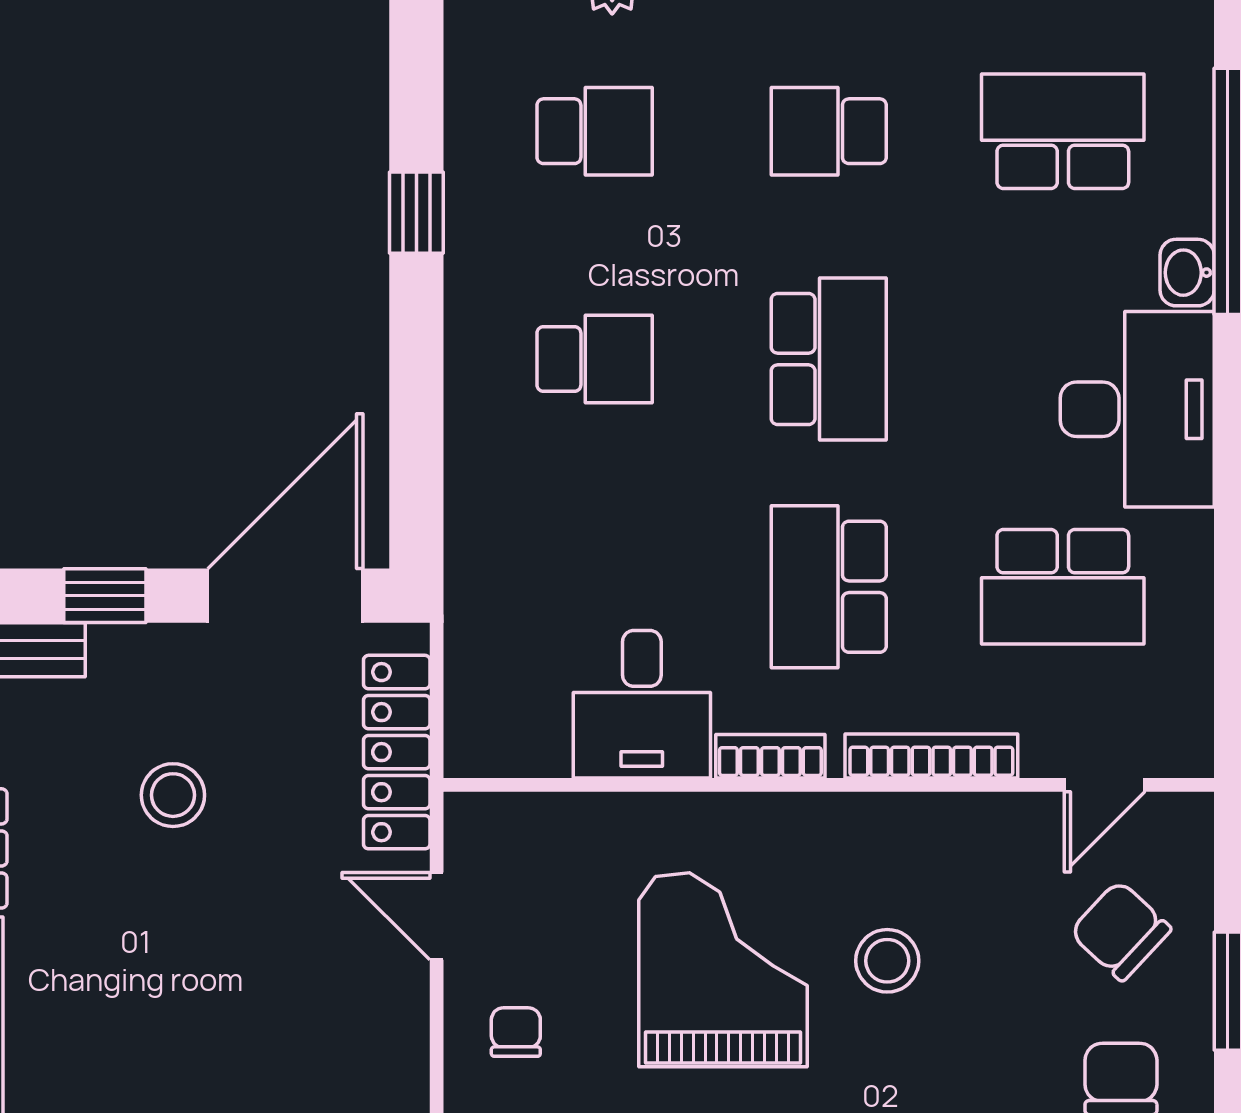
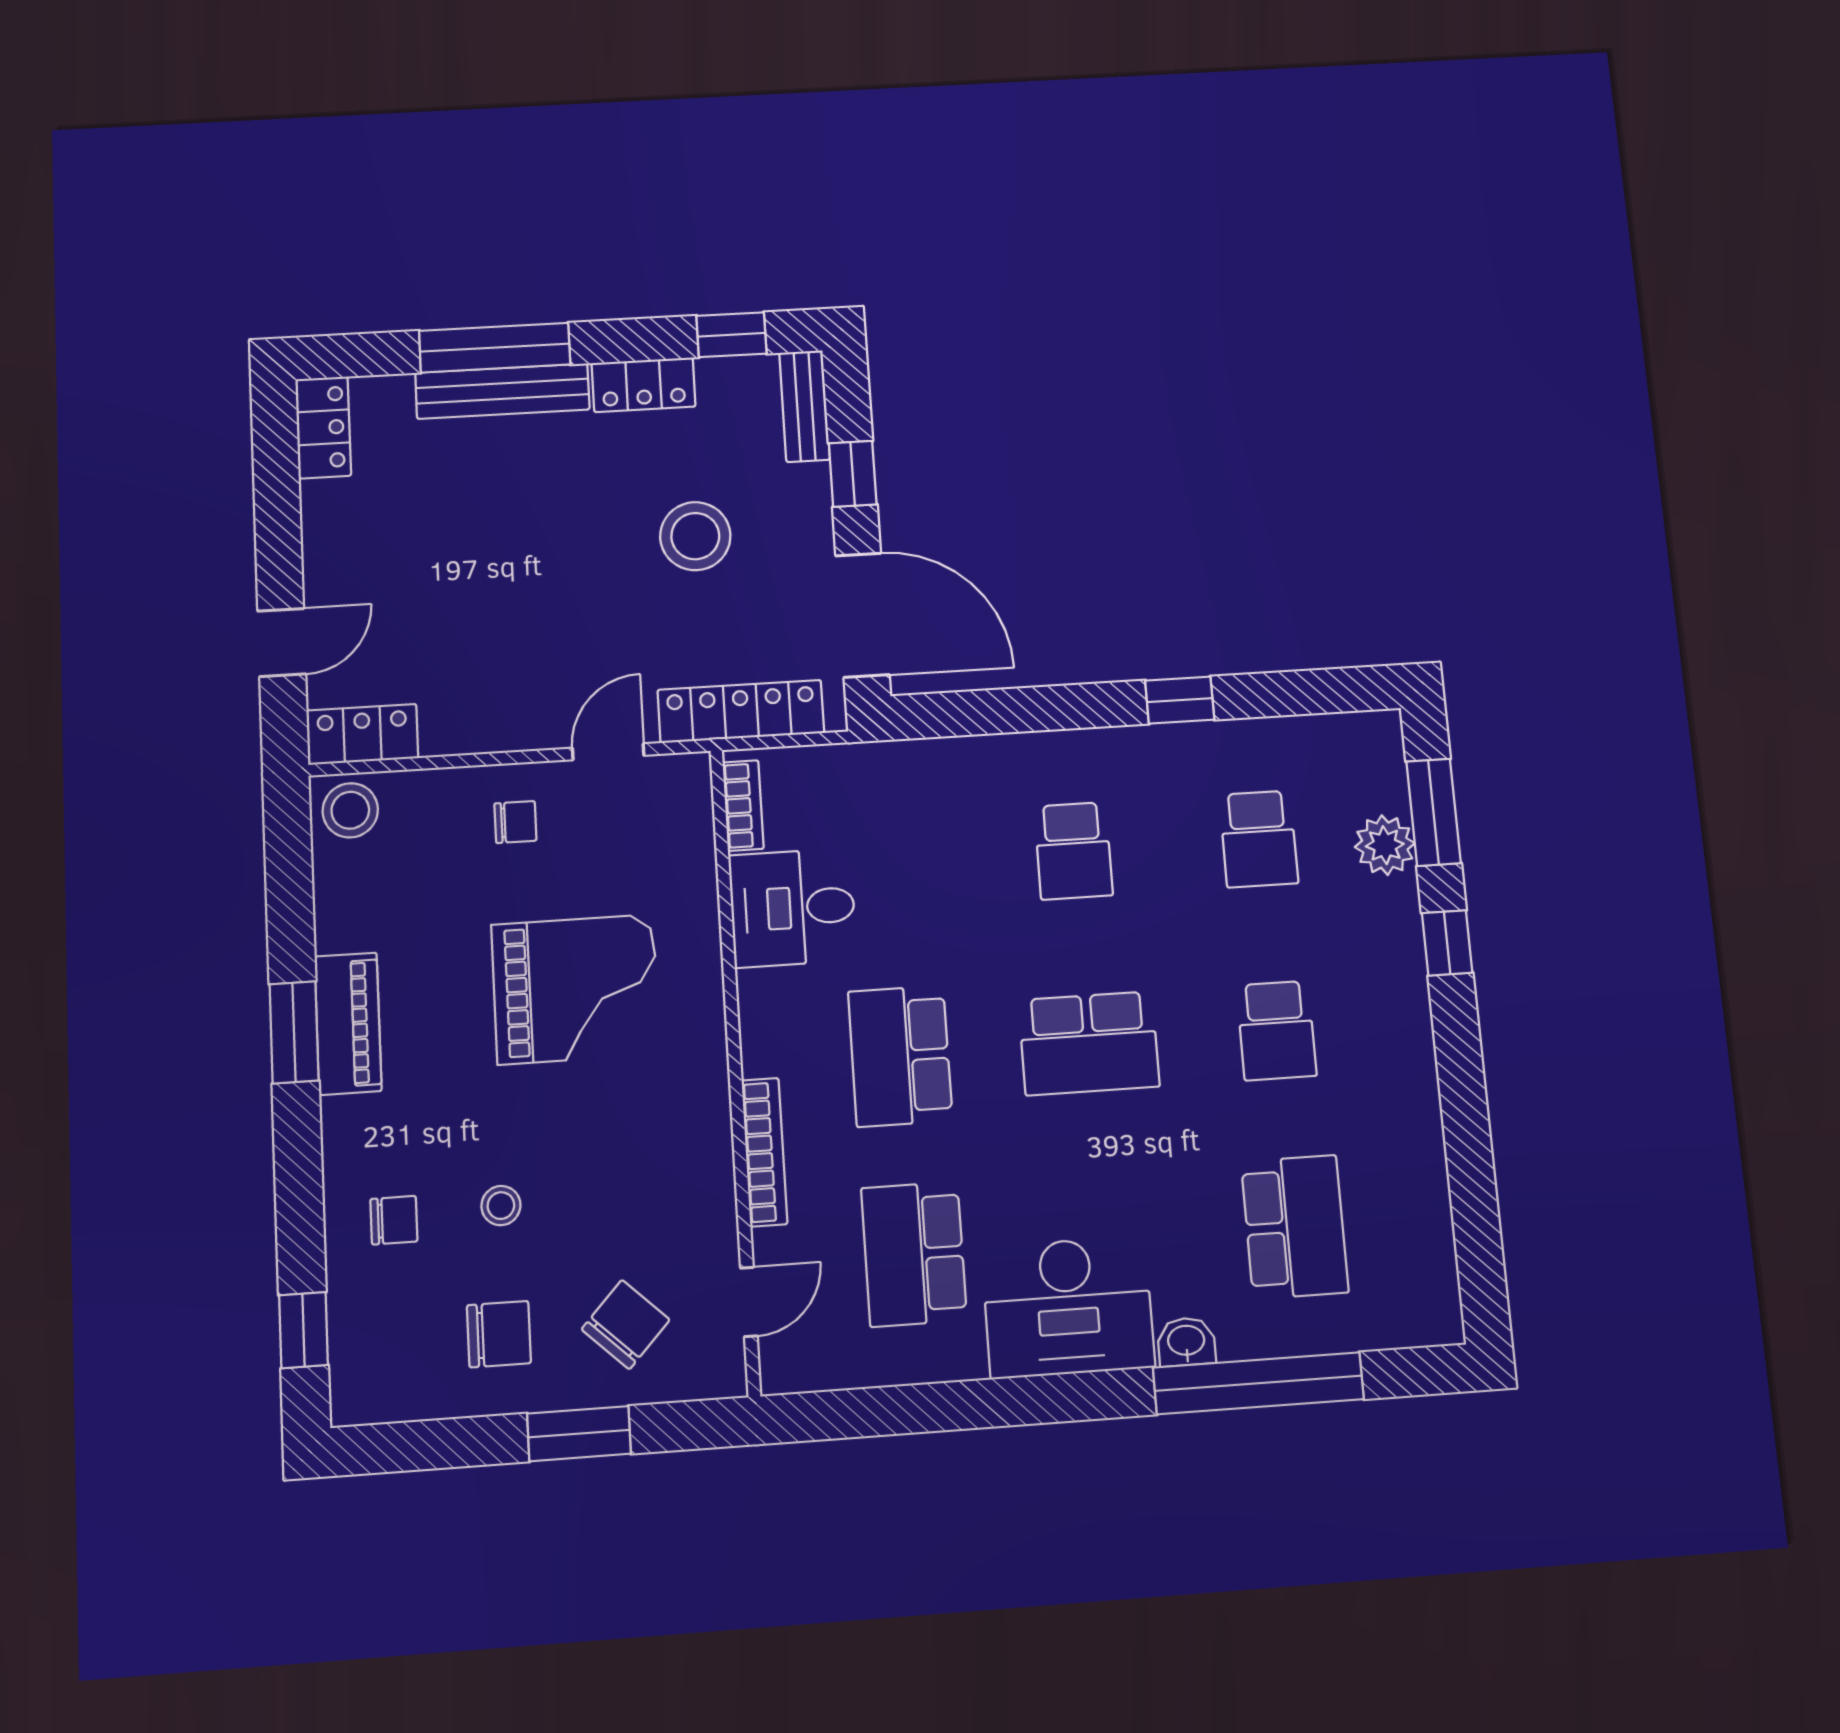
school desk: (829, 131) -> (1276, 1031), turned 180
school desk: (829, 587) -> (900, 1056), turned -90
bookcase: (770, 756) -> (743, 806), moved
door: (1105, 785) -> (749, 1302), swing flipped
stool: (173, 795) -> (695, 536), width x1.38, depth x1.38
stool: (887, 961) -> (501, 1206), moved, width x0.73, depth x0.73

